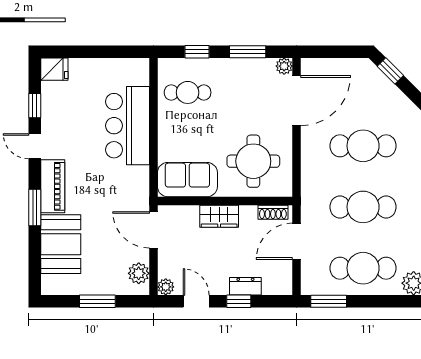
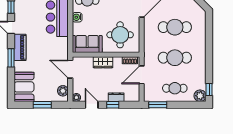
water cooler: (167, 126) -> (77, 17), added
booth: (61, 244) -> (24, 87), moved
cafe table: (363, 268) -> (175, 88), width x0.73, depth x0.74

